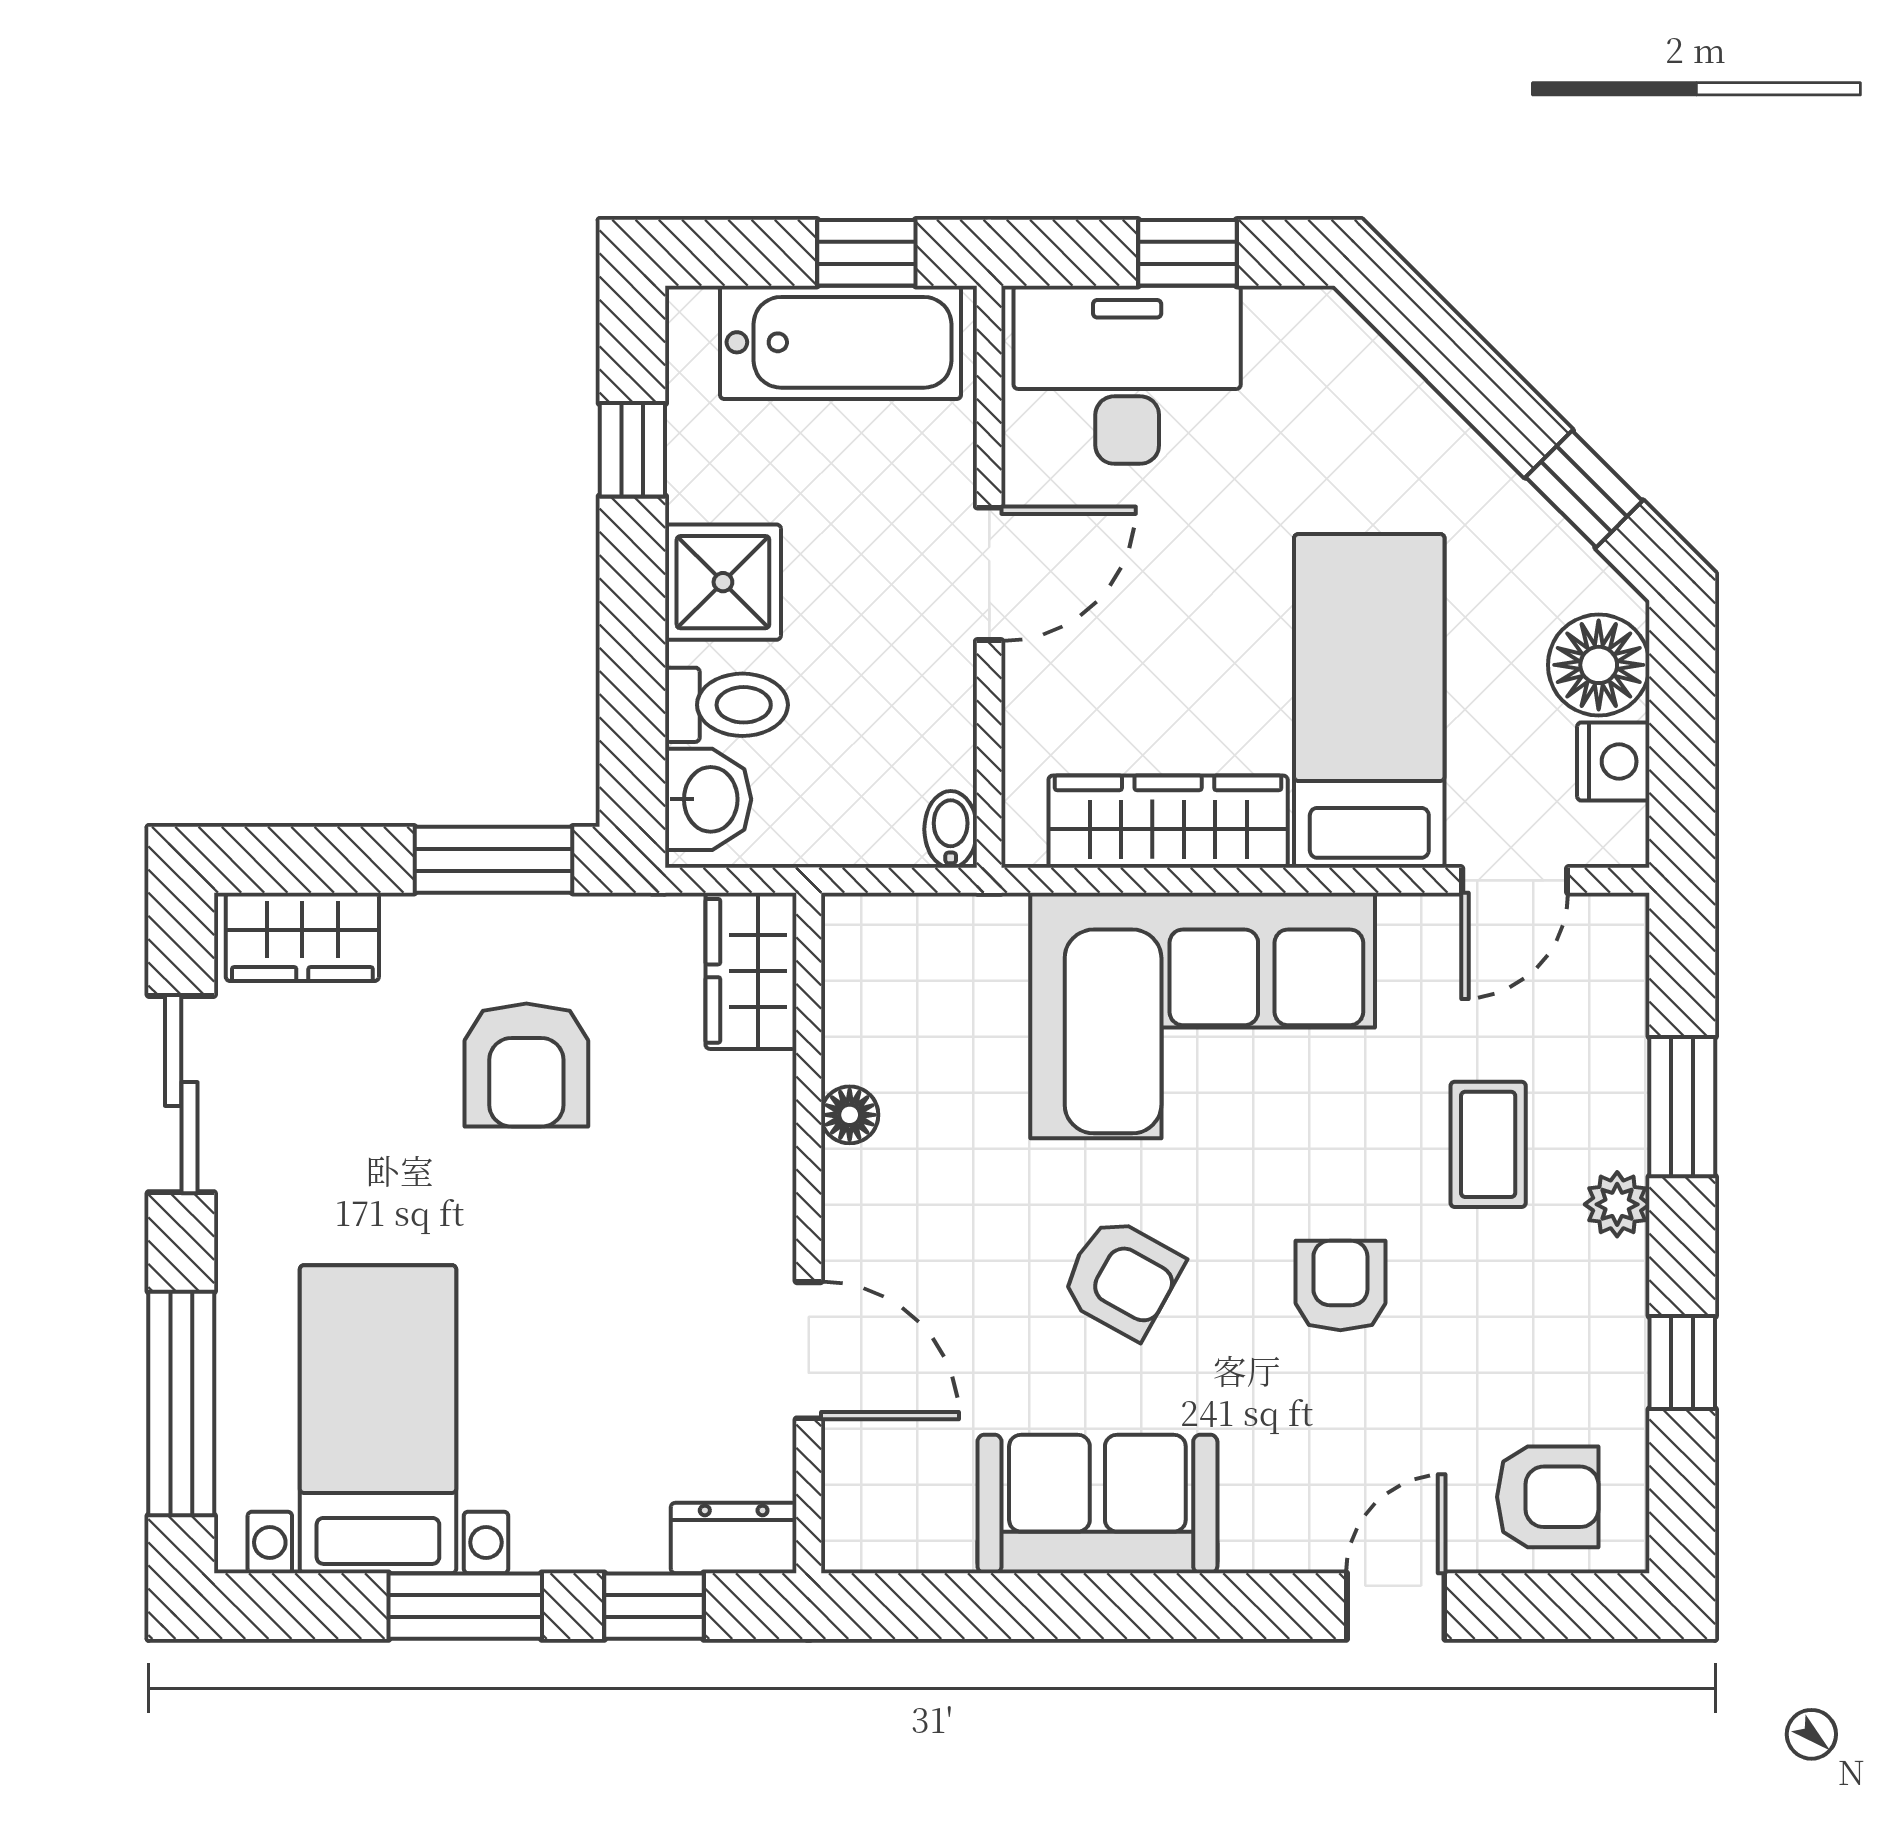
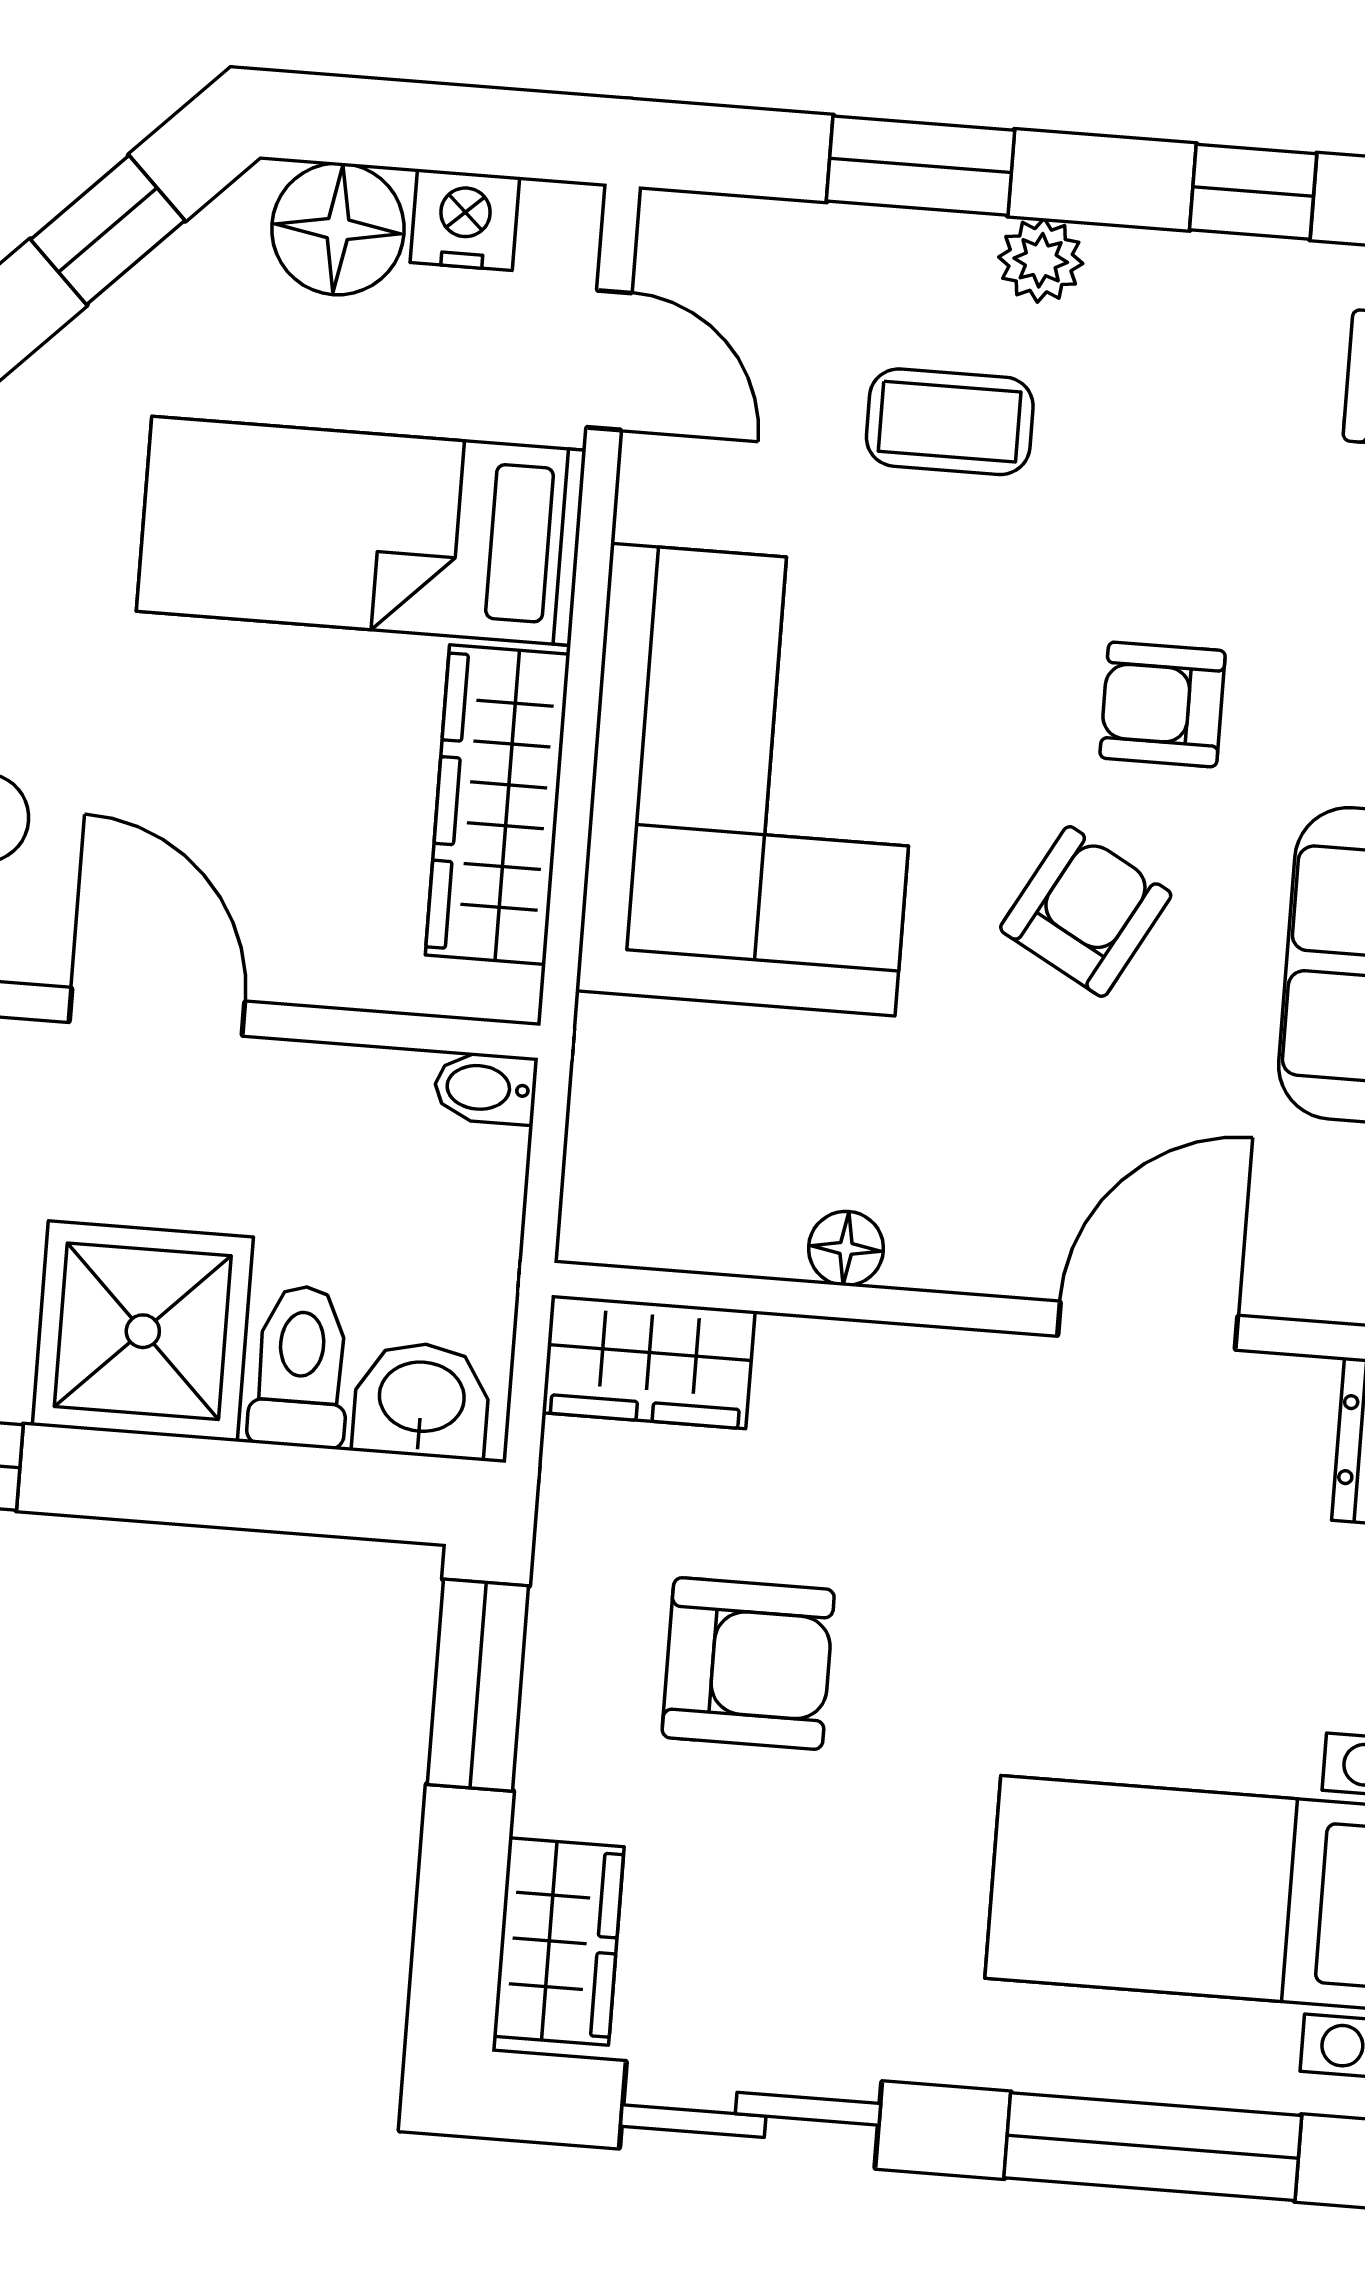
shower: (723, 582) -> (143, 1331), width x1.36, depth x1.36
armchair: (1340, 1286) -> (1163, 704), moved

